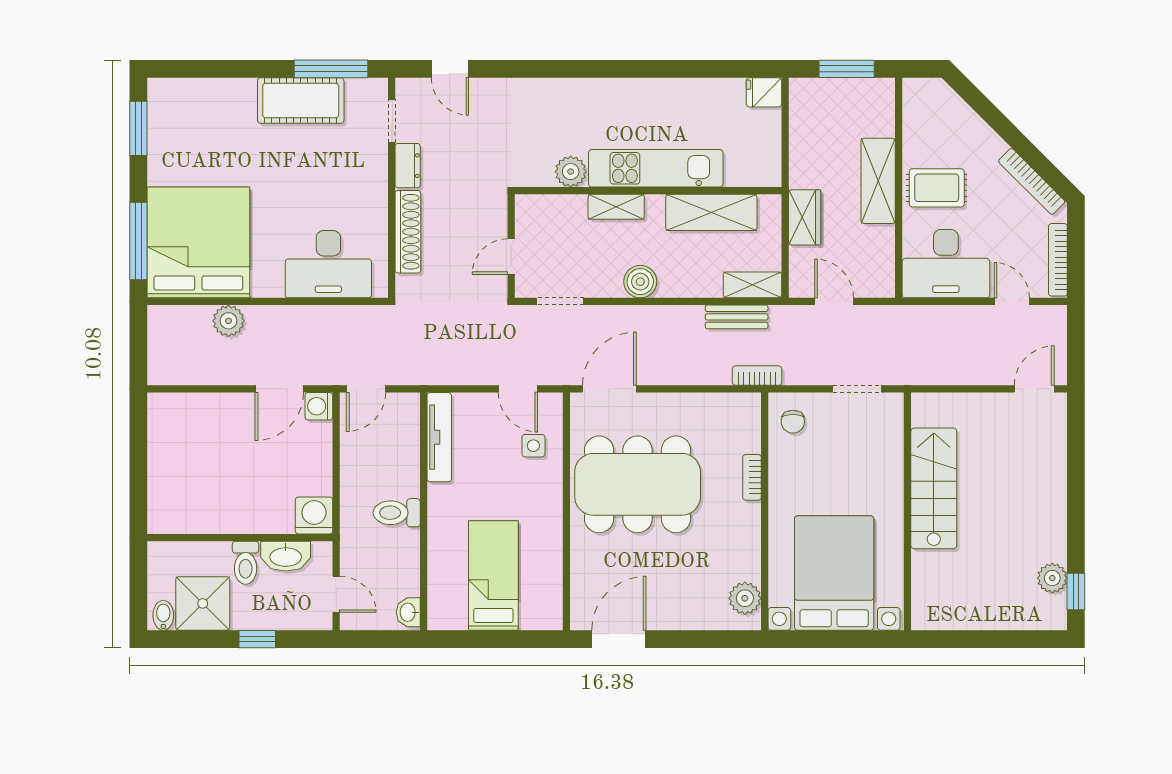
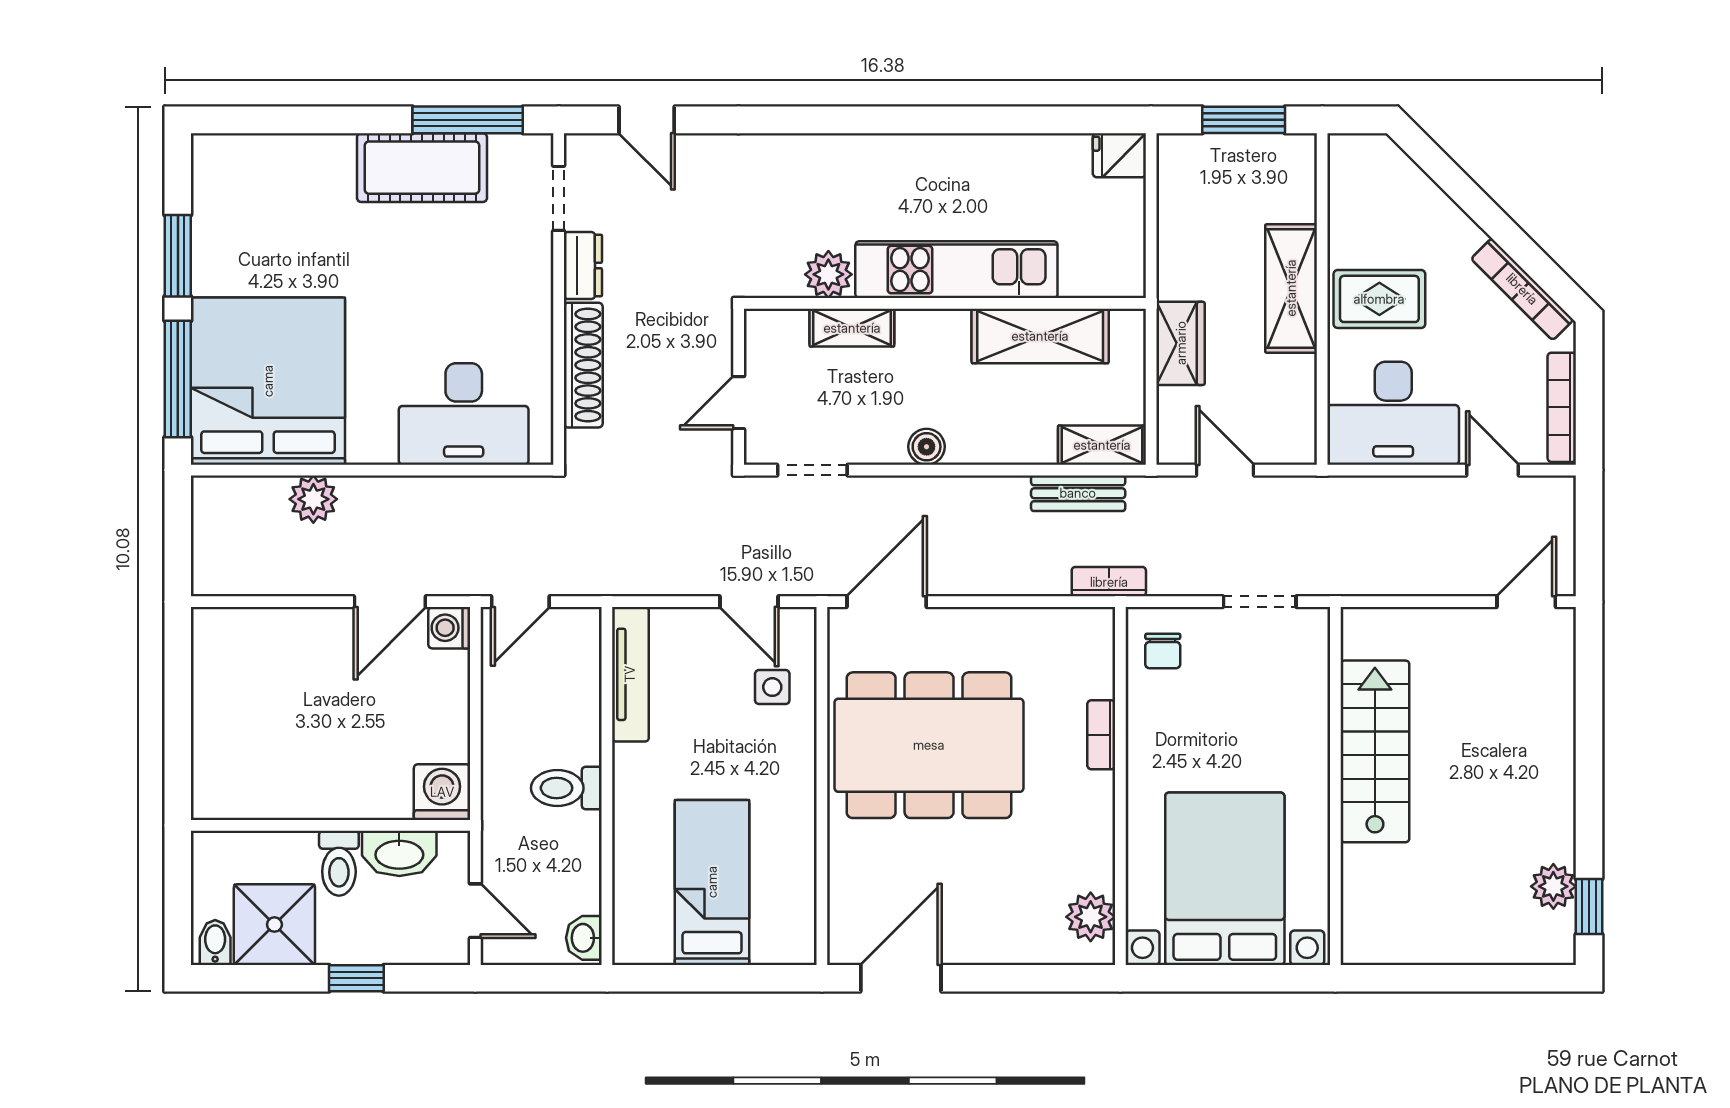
window: (138, 128) -> (178, 256), moved
shelving: (616, 207) -> (852, 328), moved
boiler: (640, 282) -> (927, 447), width x0.73, depth x0.73

